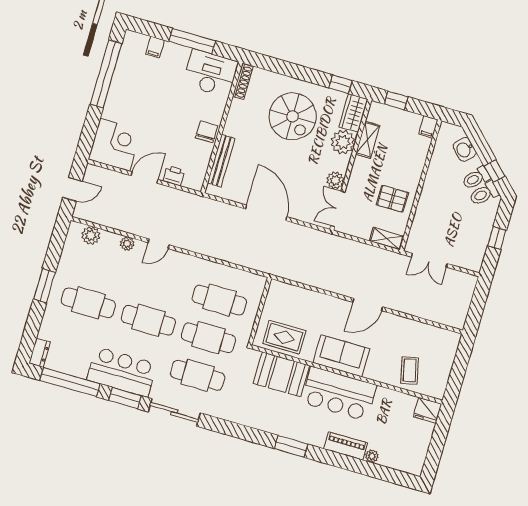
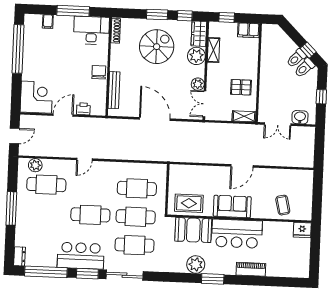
window: (304, 74) -> (157, 14), added
spiral stairs: (293, 116) -> (157, 47), turned -90
filing cabinet: (428, 127) -> (249, 30), width x2.00
washbasin: (465, 149) -> (300, 117), moved, turned 135
plant: (127, 244) -> (62, 165), removed
window: (44, 286) -> (11, 208), width x1.44
cafe table: (88, 303) -> (46, 185), moved
plant: (372, 456) -> (196, 264), moved, width x1.87, depth x1.87

